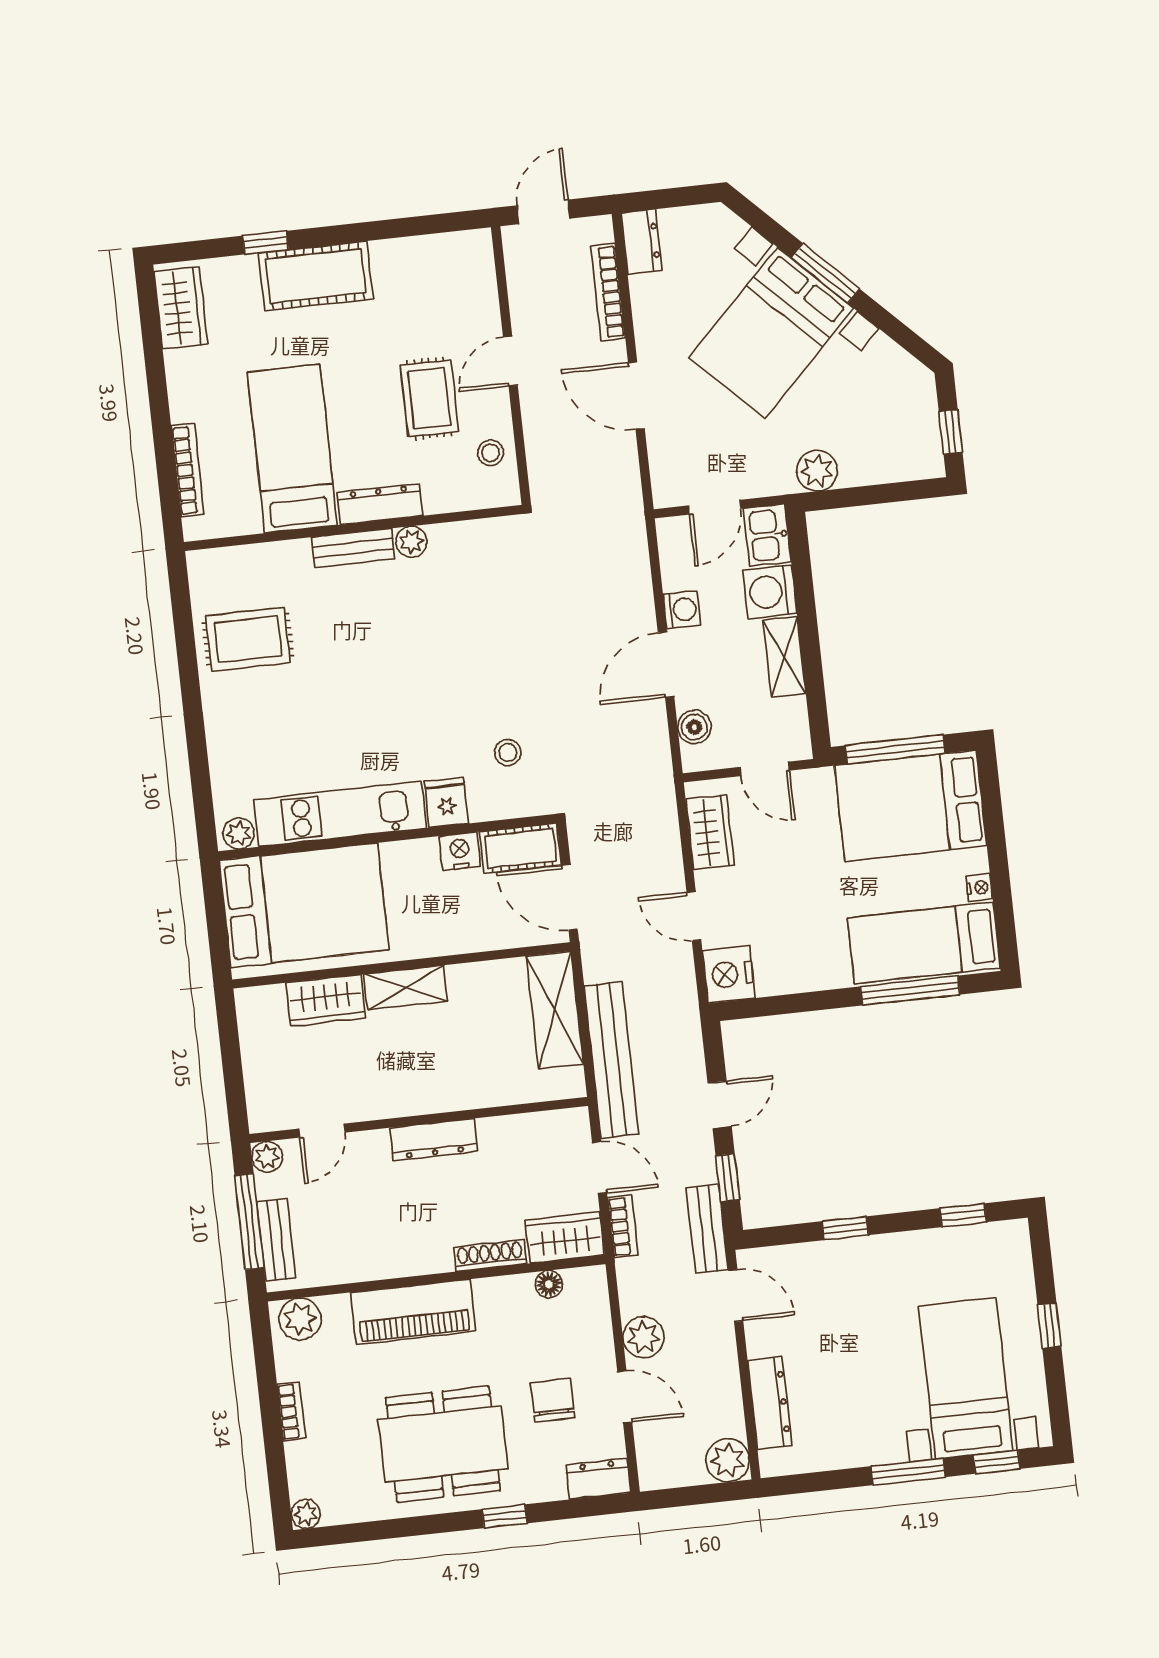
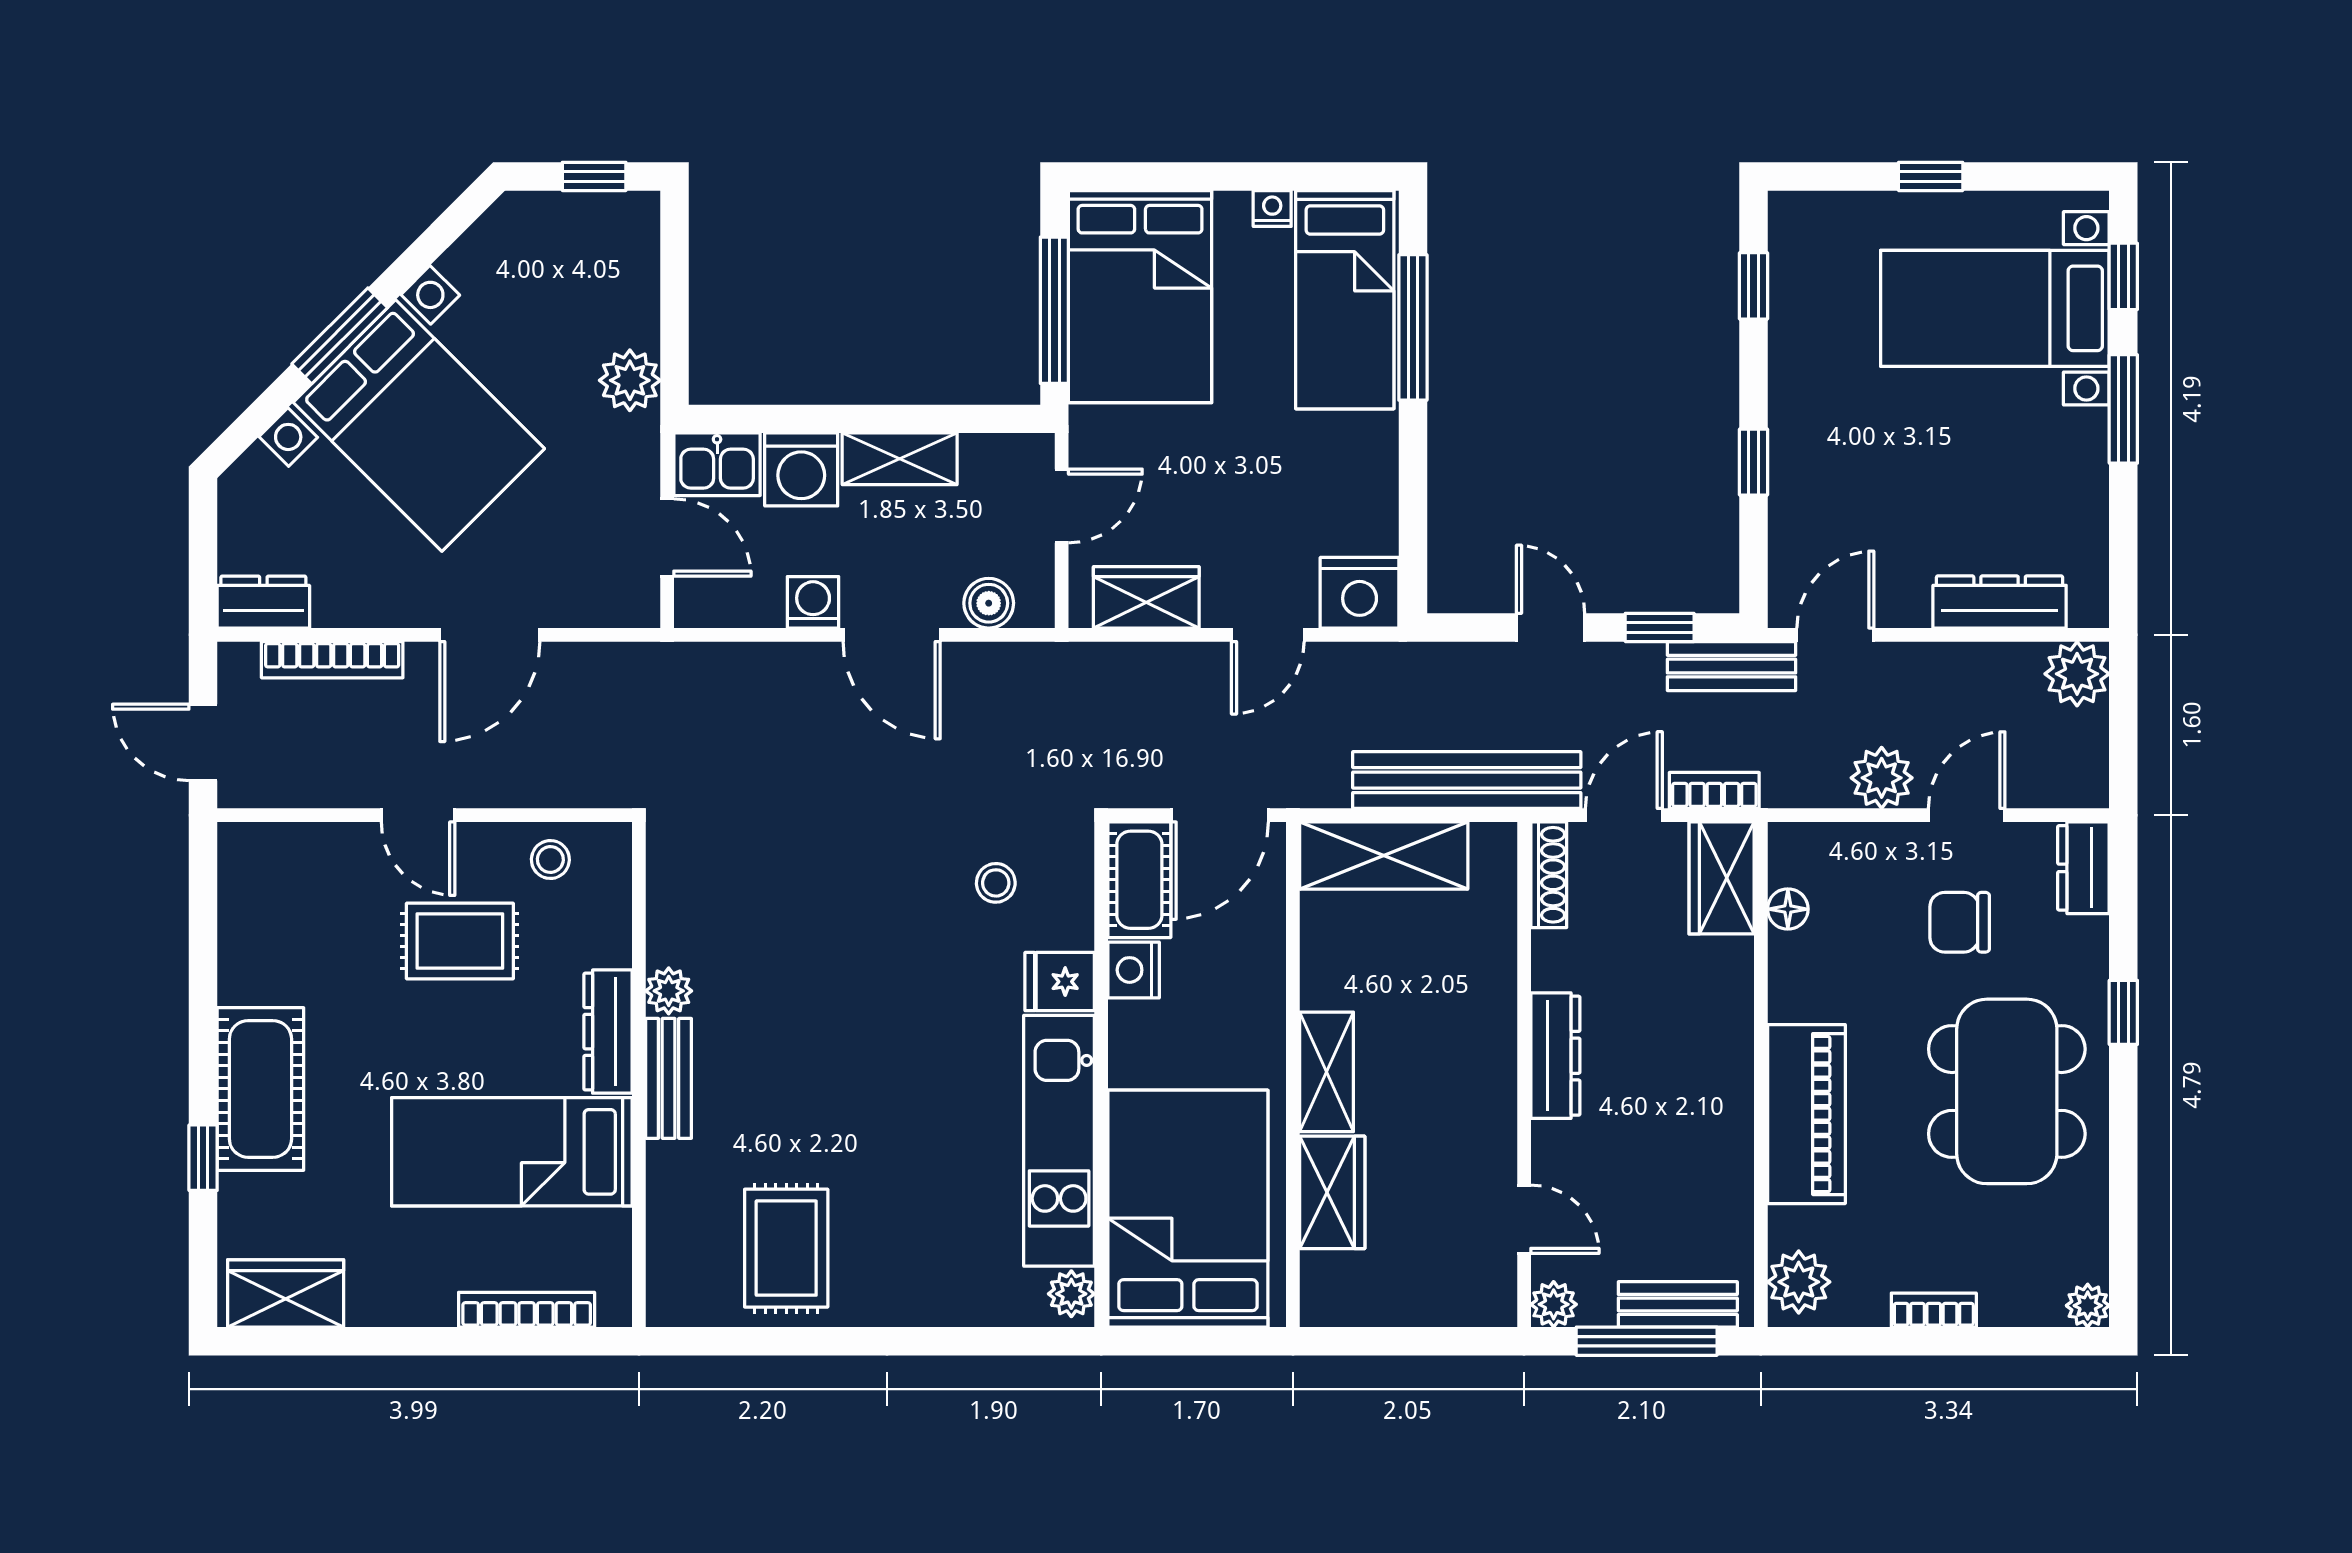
shoe rack: (490, 1256) -> (1549, 875), moved, turned 180

